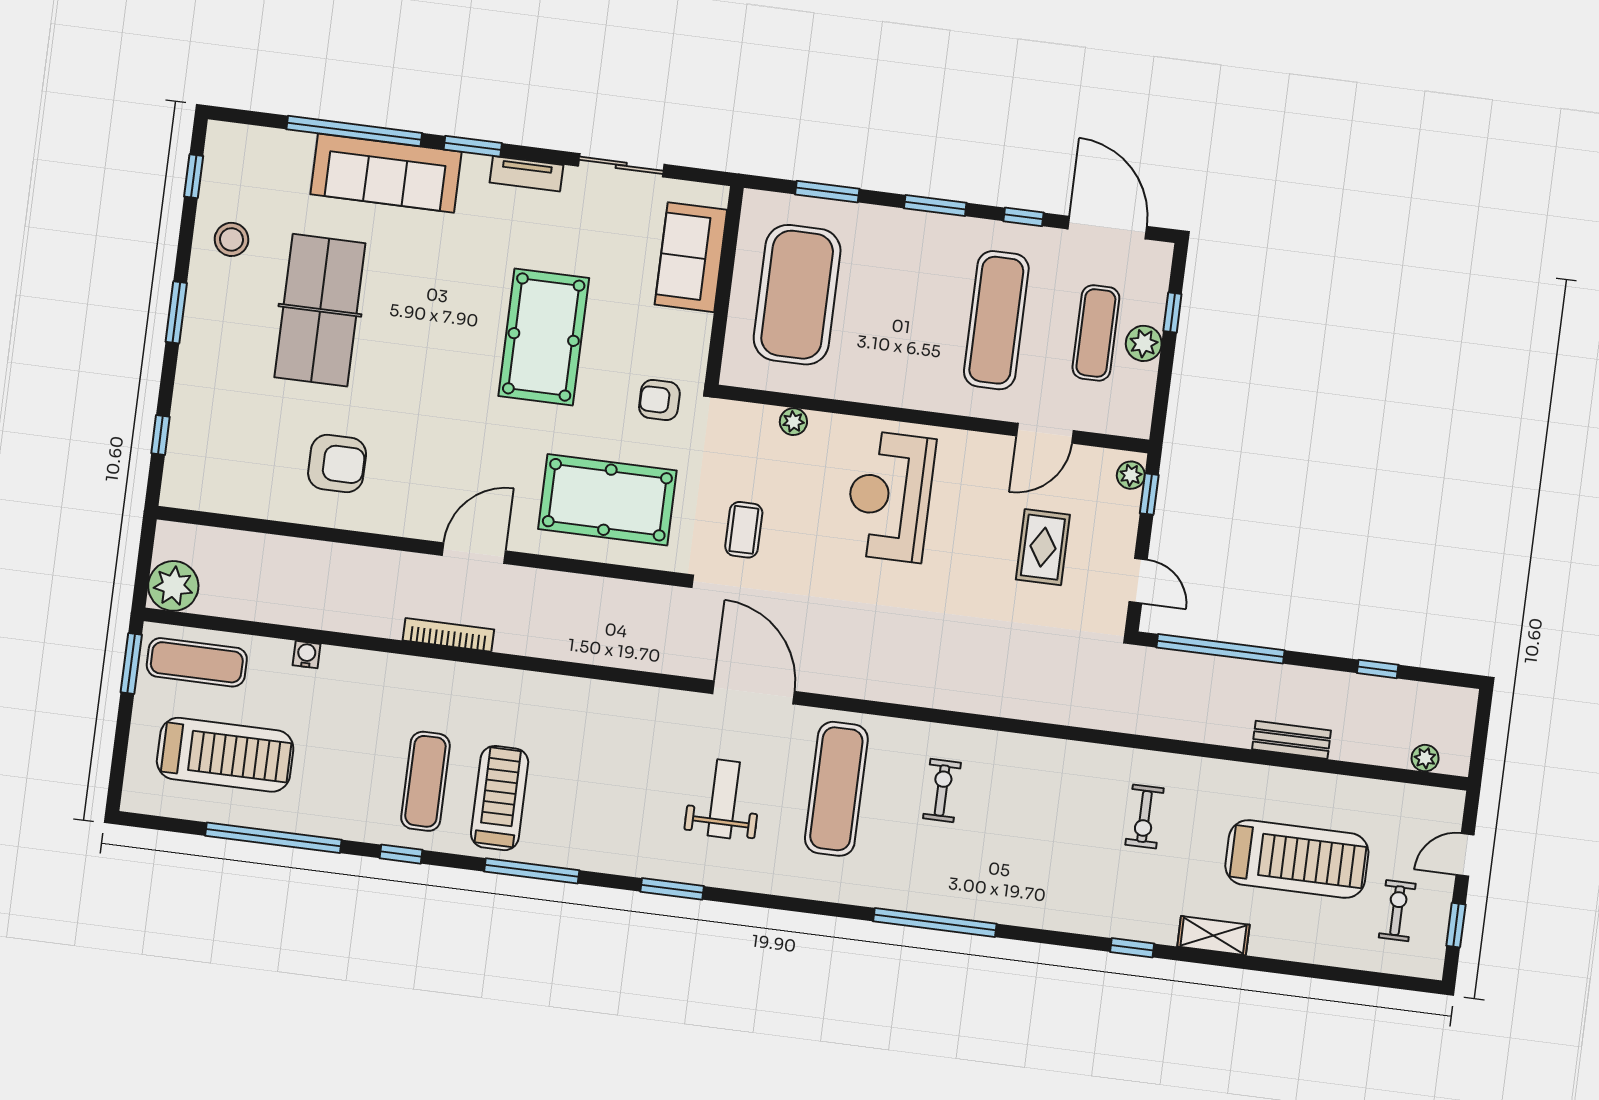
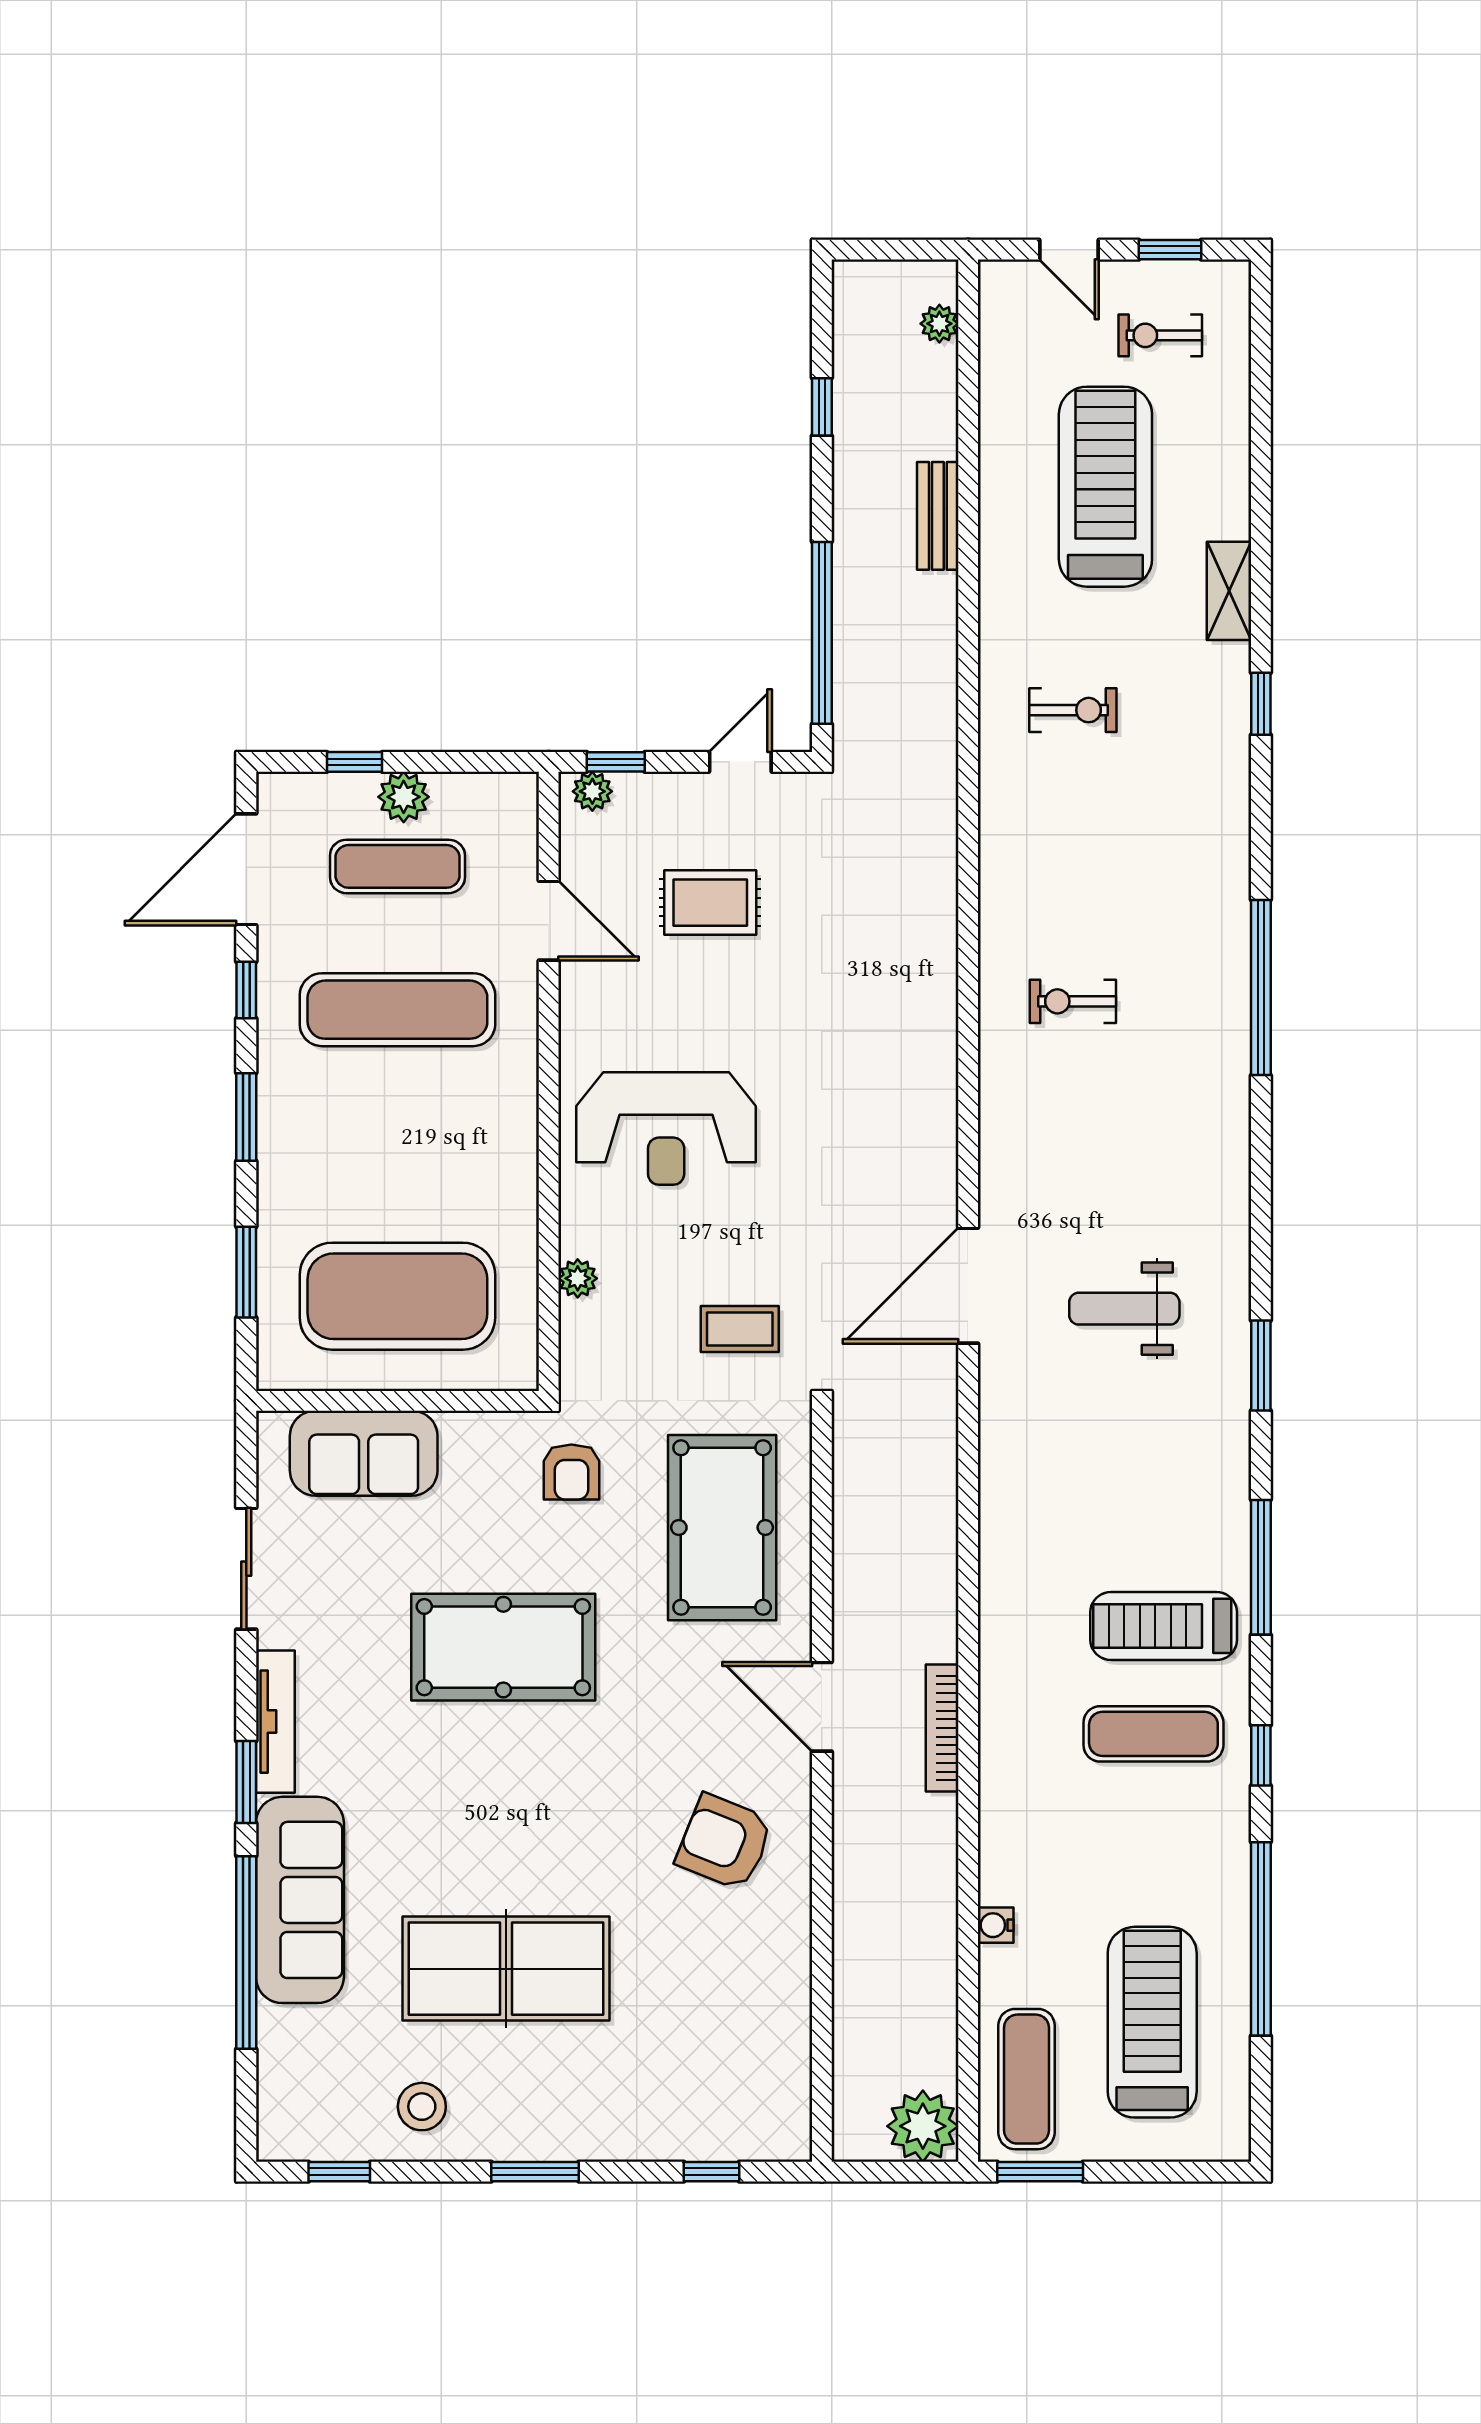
tv unit: (527, 174) -> (275, 1722), width x1.41
armchair: (337, 464) -> (724, 1842), moved, turned -68
exercise mat: (836, 789) -> (1090, 1151), removed

